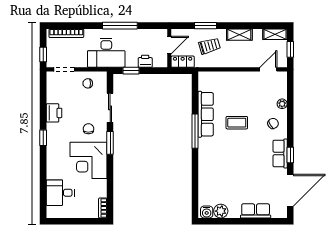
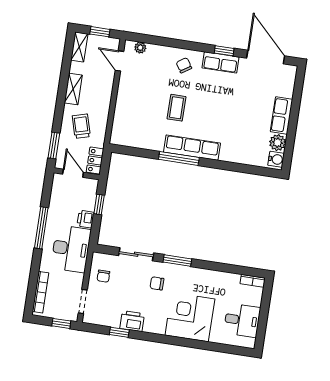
window: (206, 26) -> (54, 145), moved
printer: (145, 61) -> (85, 219), moved
window: (131, 71) -> (99, 204), moved
plant: (282, 104) -> (140, 48), moved
row of seats: (206, 114) -> (192, 148), moved
window: (43, 138) -> (119, 332), moved
corner desk: (88, 160) -> (190, 317), moved, turned 180
desk: (60, 193) -> (242, 320), moved, turned -90
row of seats: (256, 211) -> (282, 115), moved

